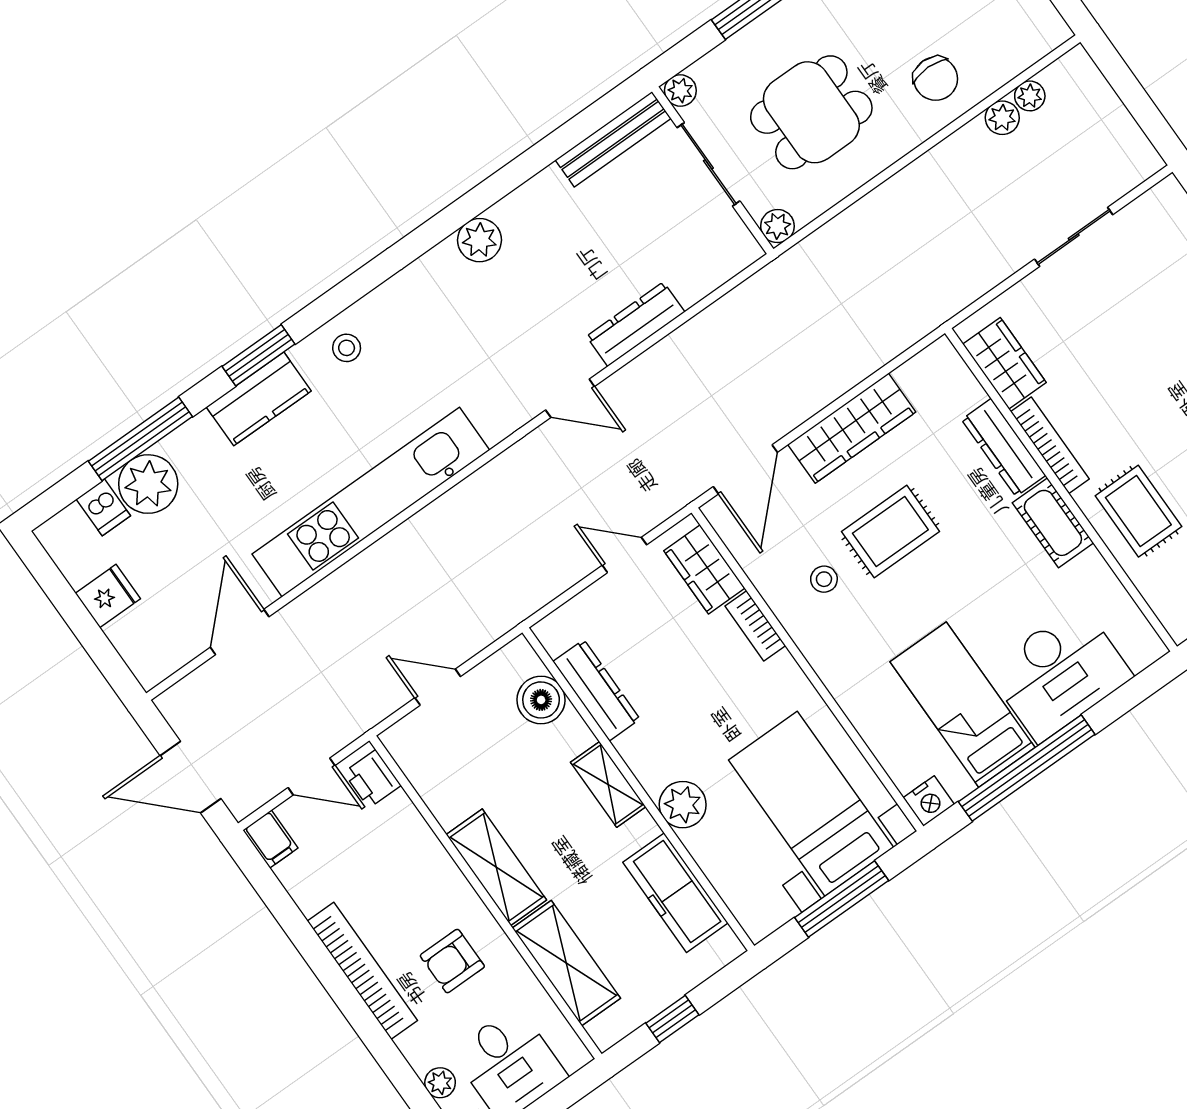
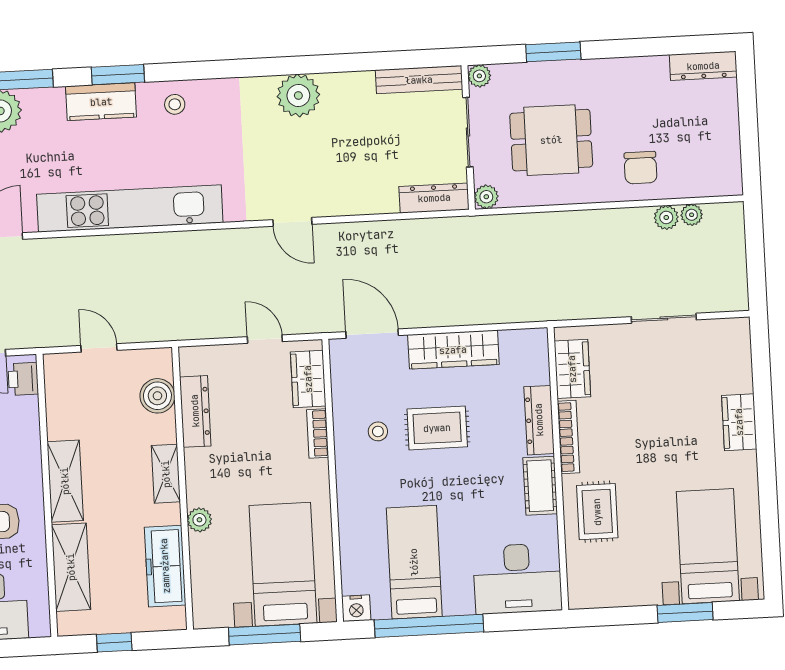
plant: (480, 240) -> (298, 96), width x1.36, depth x1.36
dresser: (636, 324) -> (434, 198), moved
door: (745, 469) -> (372, 334), swing flipped
desk: (1059, 673) -> (517, 579), moved
plant: (683, 805) -> (199, 520), width x0.73, depth x0.73

